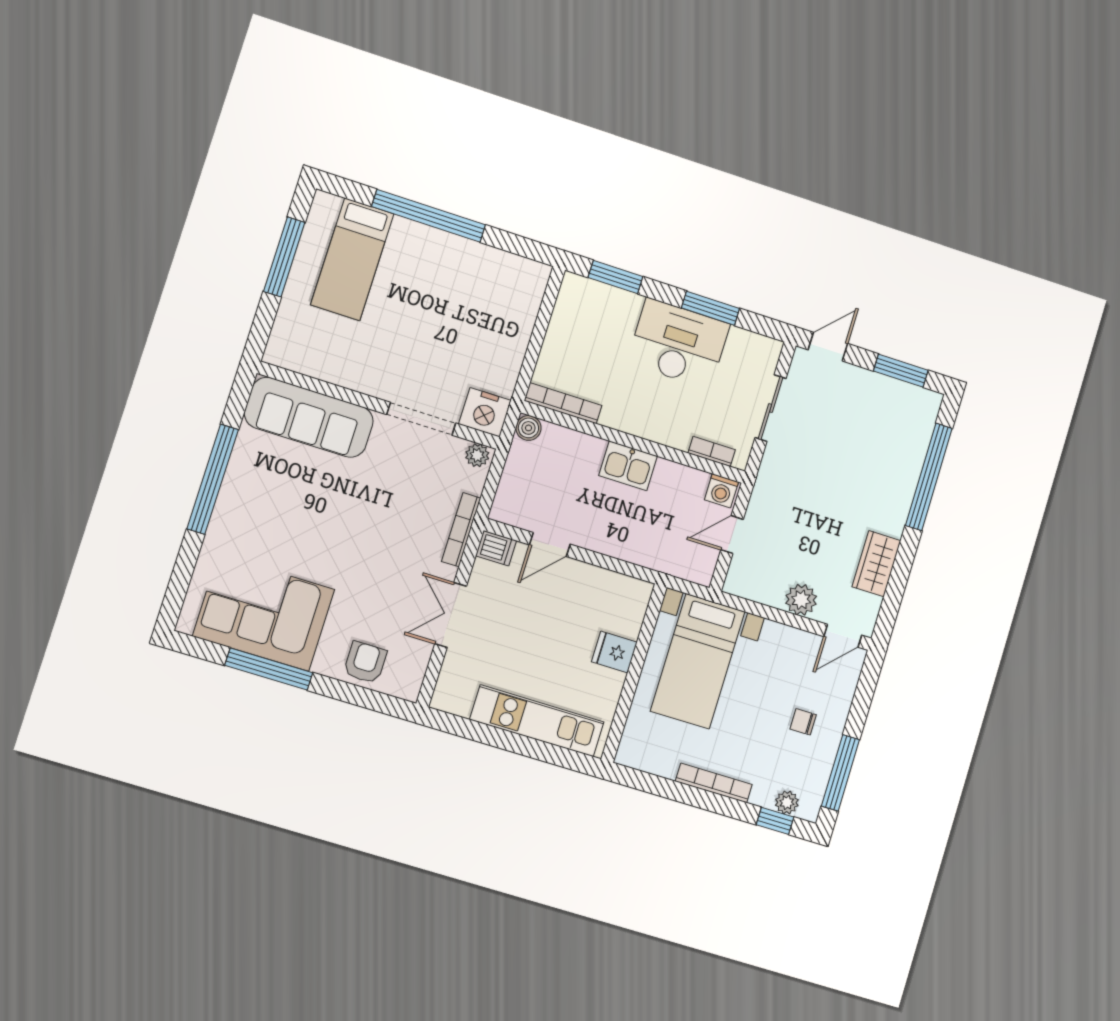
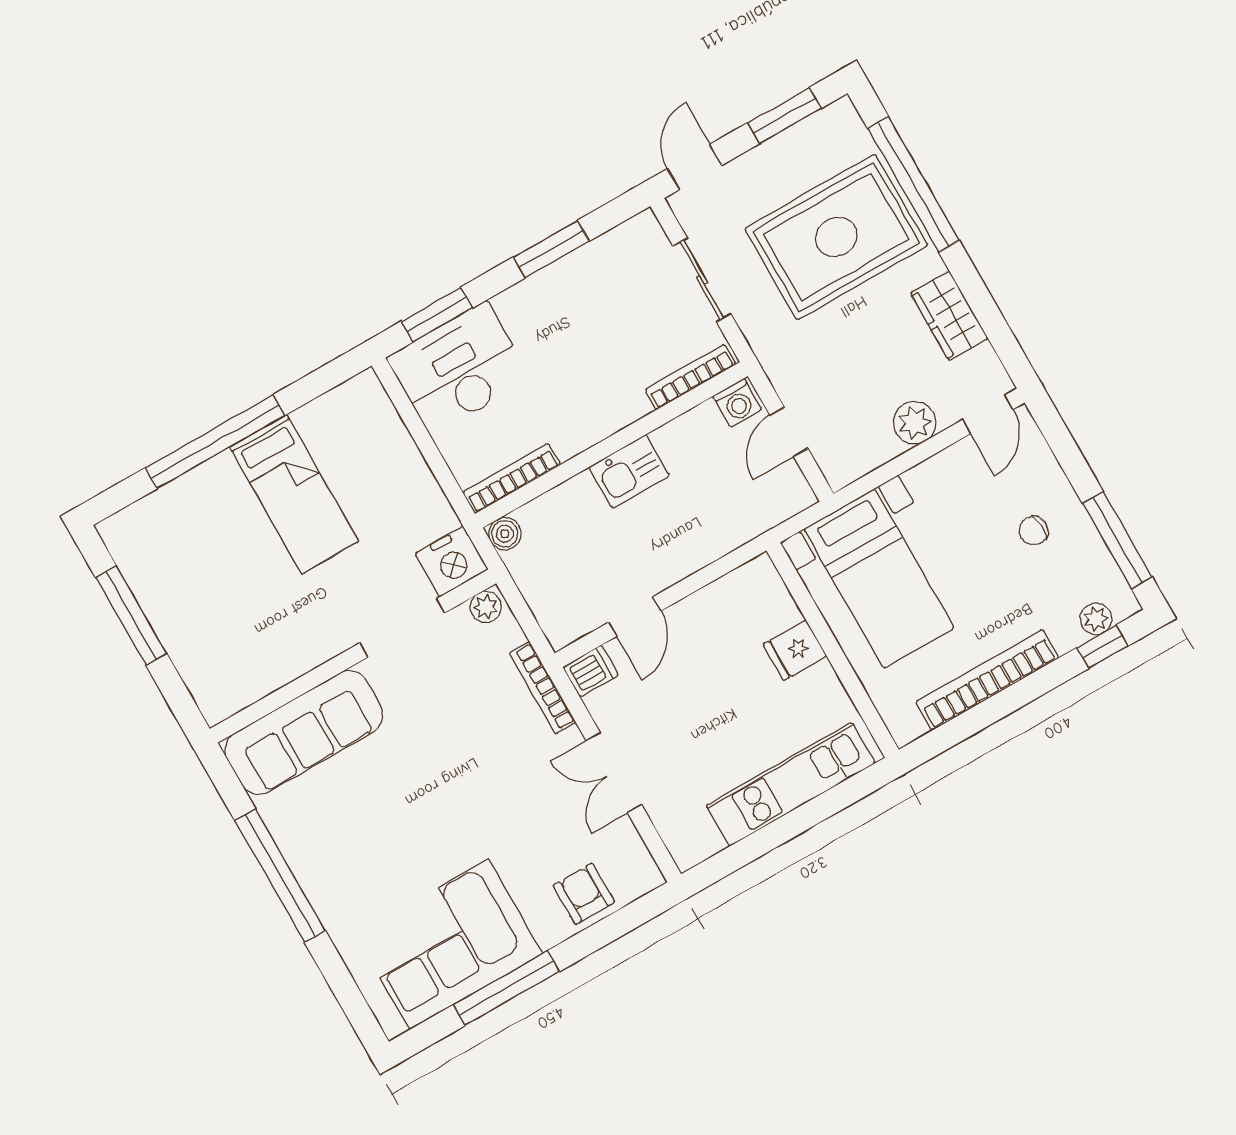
bed: (352, 259) -> (294, 494), moved
desk: (678, 343) -> (459, 369), moved
bookcase: (712, 451) -> (690, 377), width x1.56
rug: (862, 461) -> (836, 237), added
bookcase: (714, 783) -> (987, 680), width x1.48, depth x1.31

